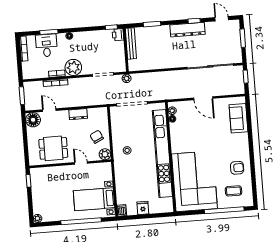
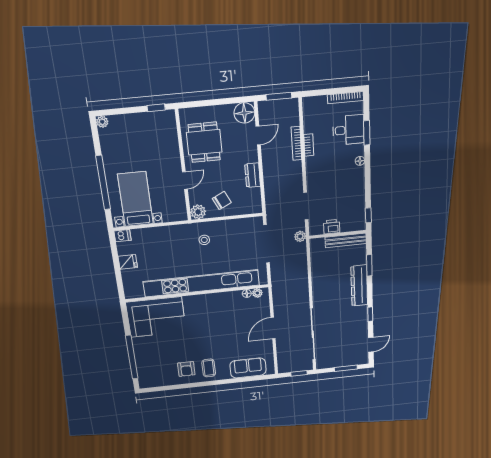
dresser: (187, 30) -> (359, 286), moved
printer: (118, 35) -> (332, 227), moved
plant: (73, 67) -> (317, 167), removed
corner sofa: (194, 181) -> (156, 317), width x0.73, depth x0.74
coffee table: (234, 191) -> (209, 368), moved

